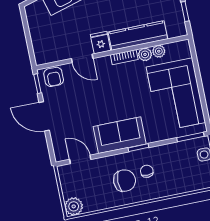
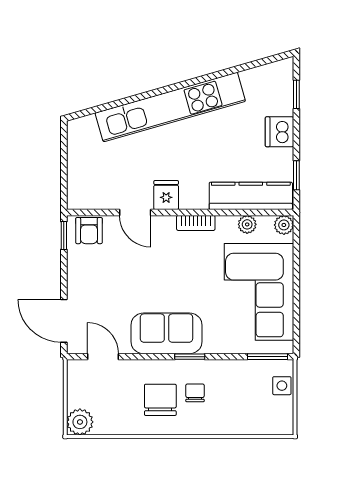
kitchen counter: (138, 36) -> (251, 196), moved
plant: (145, 54) -> (284, 225), moved
door: (44, 116) -> (64, 321), moved
chair: (125, 181) -> (160, 400), turned -90

